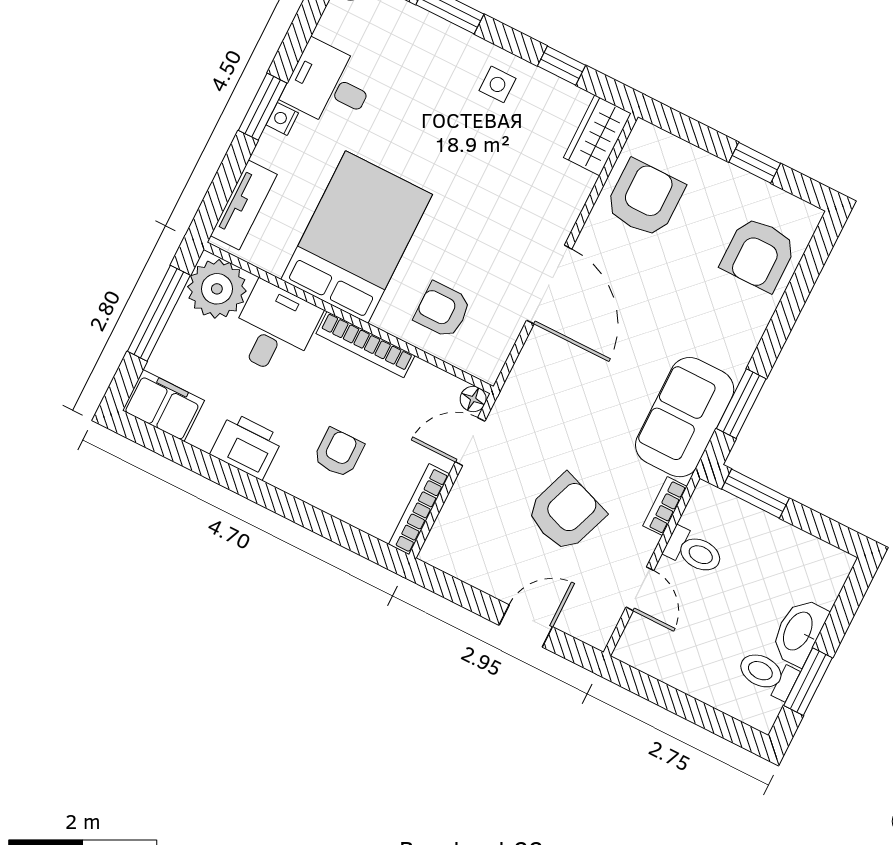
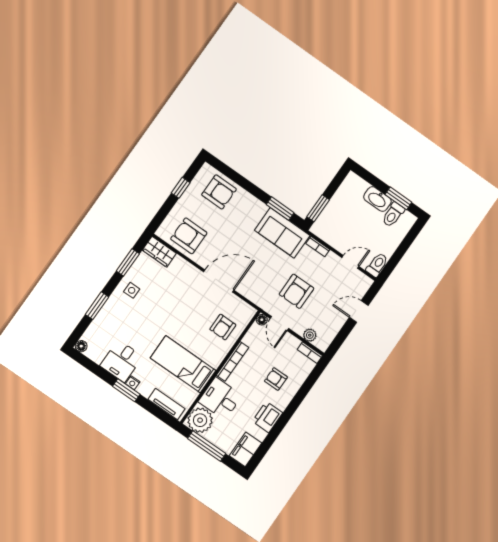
window: (562, 66) -> (128, 262), width x1.50
bed: (357, 237) -> (183, 364), width x0.67
bookcase: (419, 509) -> (310, 353), width x0.64
armchair: (566, 513) -> (296, 291), moved, turned -110
plant: (453, 518) -> (310, 335), added
toilet: (694, 551) -> (377, 265), moved
door: (526, 626) -> (359, 311), hinge flipped

